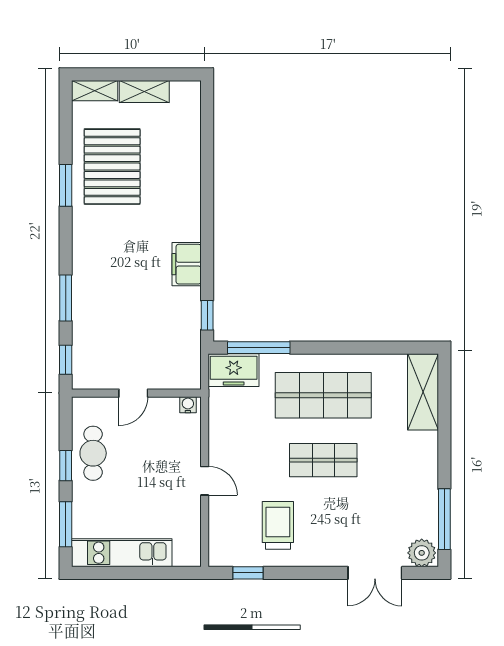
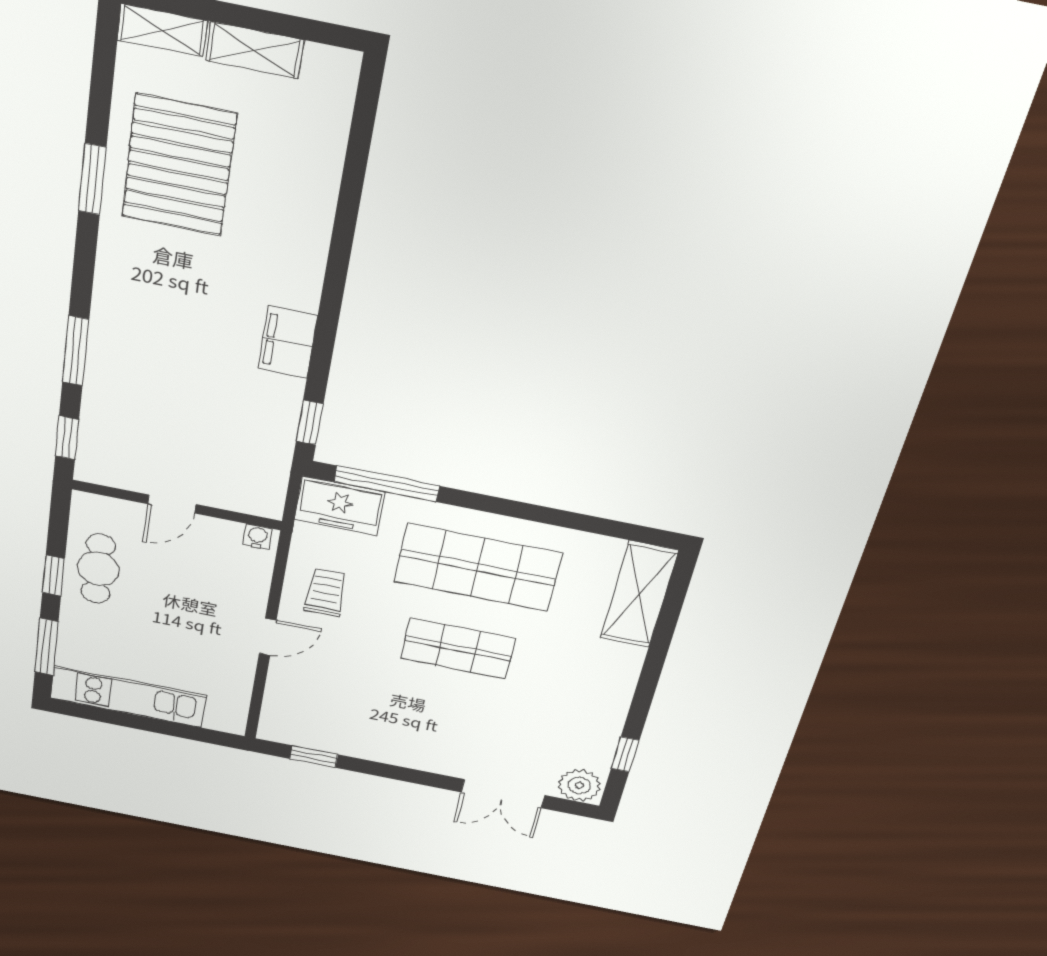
door: (205, 481) -> (268, 637), hinge flipped
window: (444, 519) -> (625, 754), width x0.46
trolley: (278, 525) -> (326, 593), moved, width x0.73, depth x0.72

